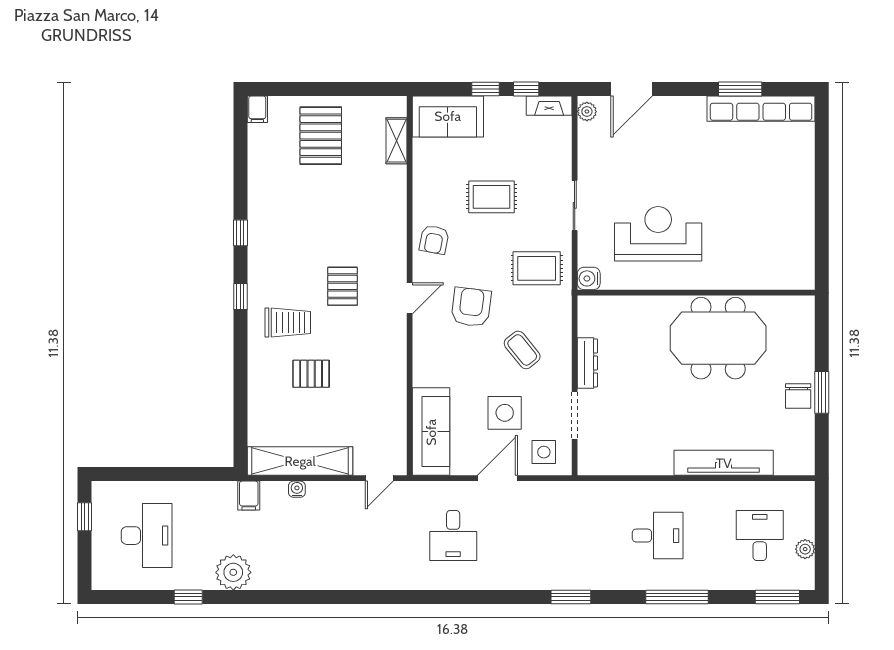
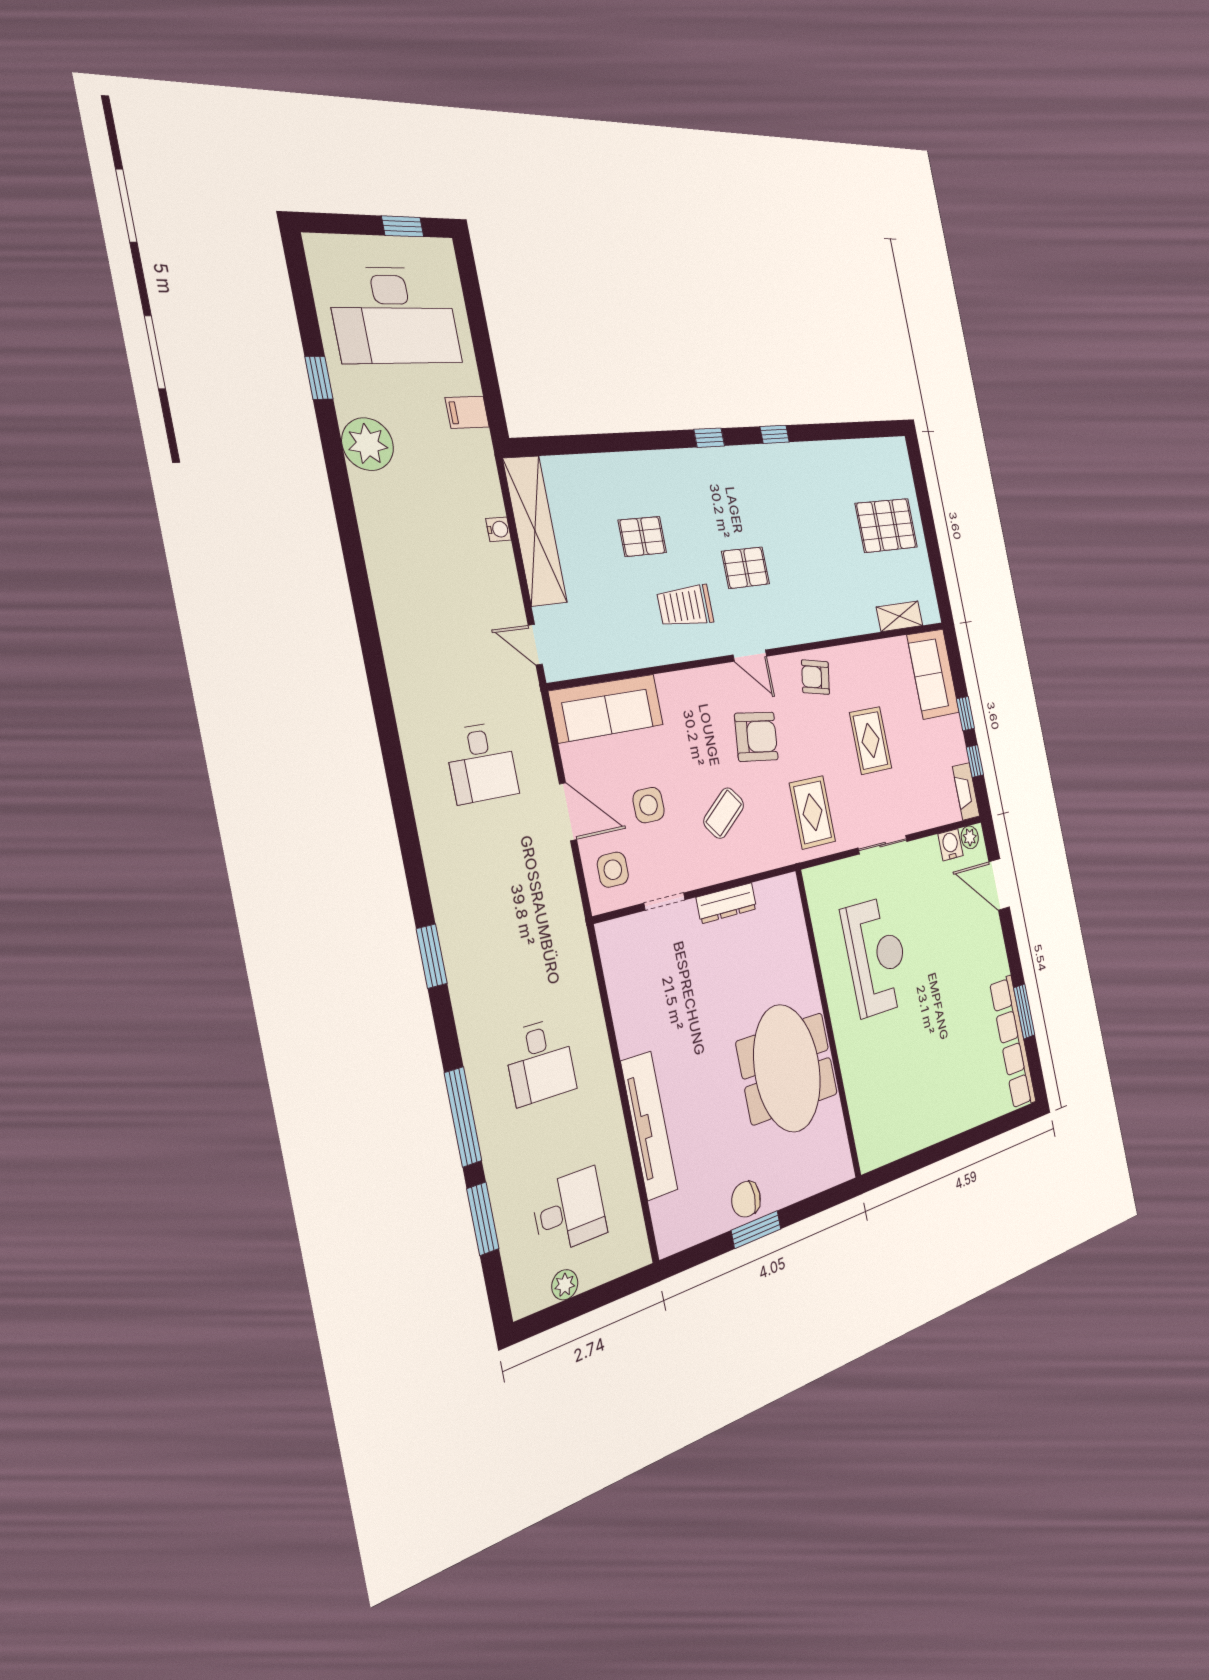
filing cabinet: (257, 109) -> (895, 448), removed
water cooler: (589, 278) -> (951, 845), moved
trolley: (288, 323) -> (685, 606), moved, turned 90
pallet: (311, 374) -> (642, 536), turned 90
side table: (505, 413) -> (649, 805), width x0.73, depth x0.73
doorway: (575, 415) -> (664, 901), width x0.73
filing cabinet: (249, 496) -> (467, 412), moved
desk: (147, 536) -> (394, 315), width x1.36, depth x1.30
desk: (453, 536) -> (482, 763), turned -90
window: (777, 597) -> (483, 1219), moved

